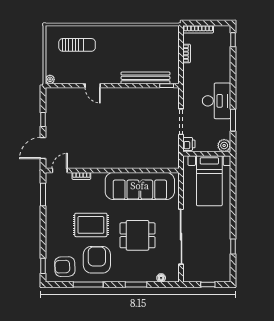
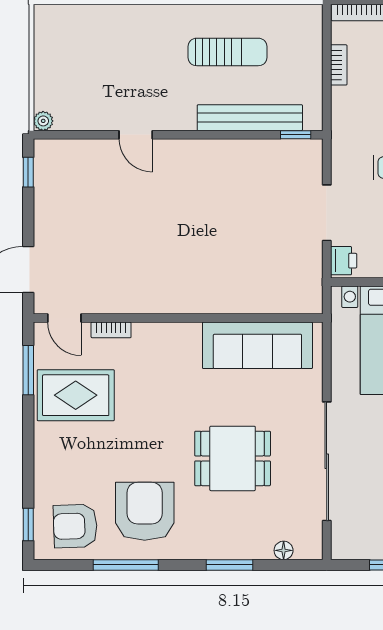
sun lounger: (77, 45) -> (227, 52), moved
window: (43, 120) -> (28, 172), moved
door: (60, 170) -> (64, 318), swing flipped
sofa: (140, 186) -> (257, 345), width x0.74, depth x0.79
rug: (91, 225) -> (76, 395), moved

